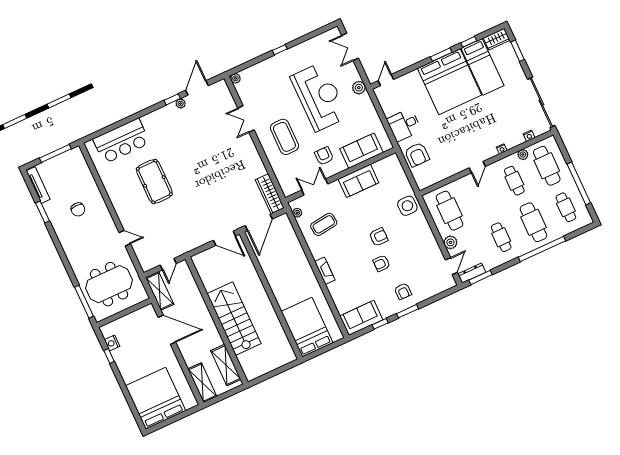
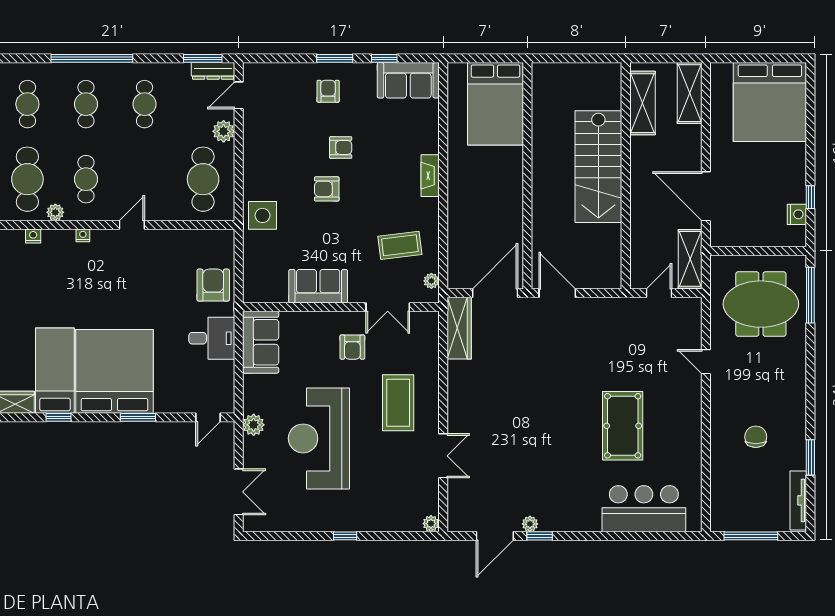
window: (441, 55) -> (138, 417), moved
sofa: (361, 151) -> (261, 342), moved, turned -90
cafe table: (534, 222) -> (86, 104), width x0.73, depth x0.74

